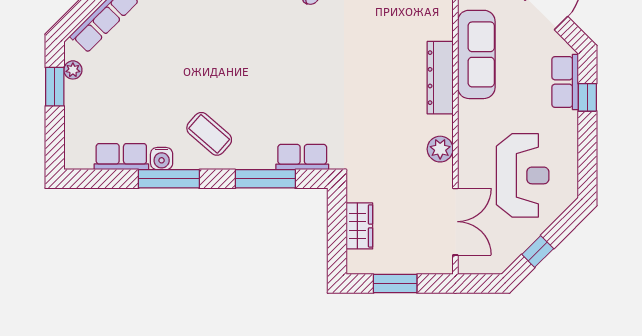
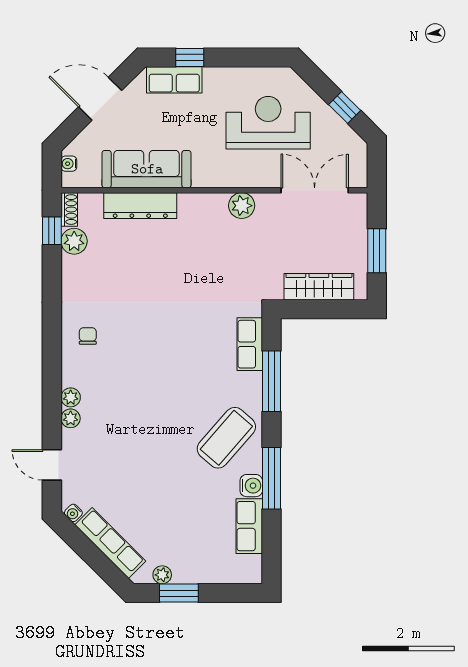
dresser: (440, 78) -> (140, 206), moved
coffee table: (209, 134) -> (226, 438), width x1.36, depth x1.32
wardrobe: (359, 226) -> (319, 287), width x1.50

